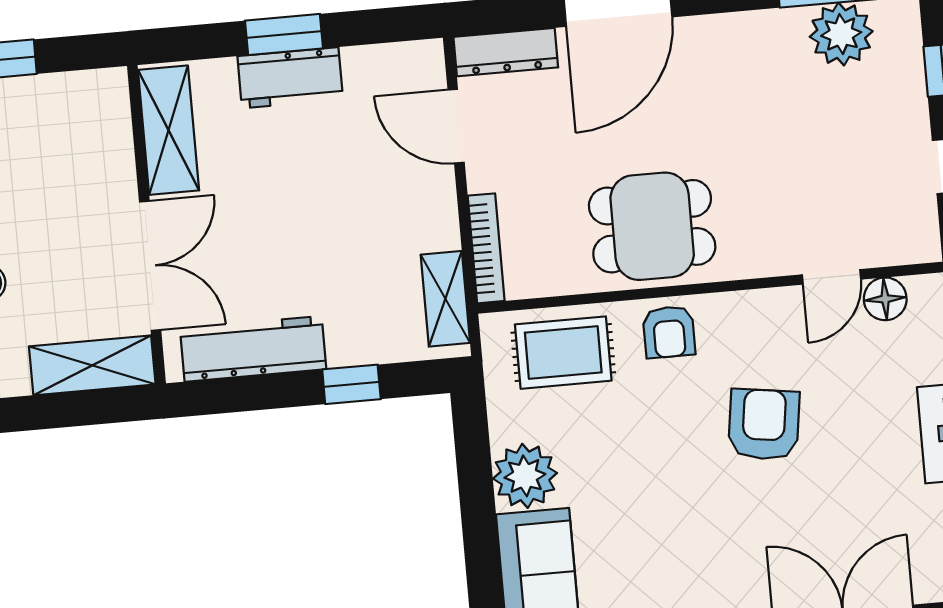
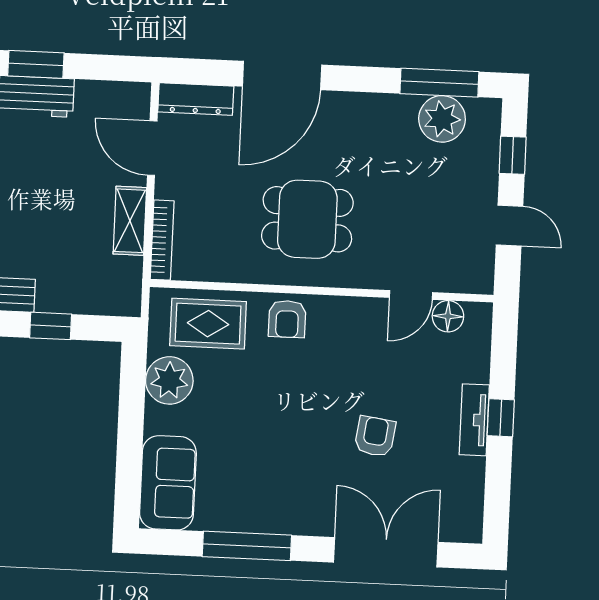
dining table: (652, 226) -> (307, 219), moved
shelving: (445, 299) -> (130, 221), moved
armchair: (764, 424) -> (375, 436), moved, width x0.72, depth x0.72
plant: (525, 476) -> (169, 380), moved

